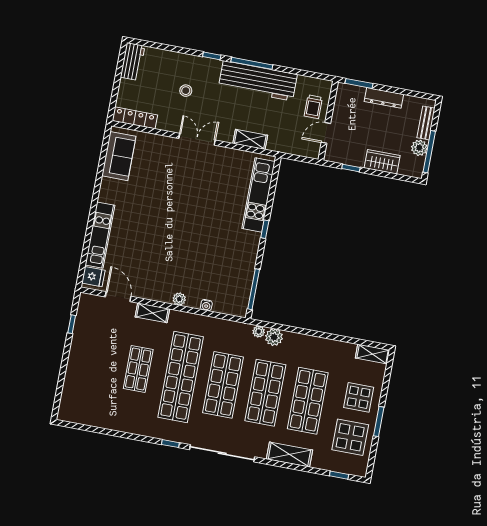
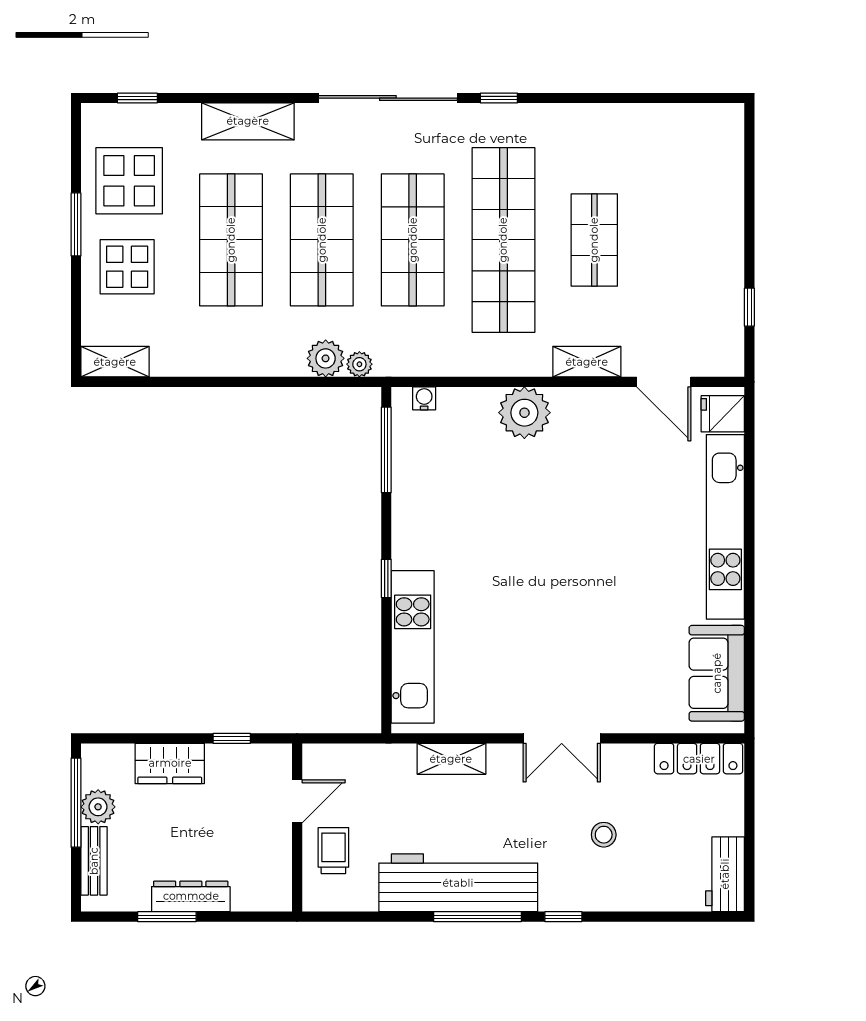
window: (359, 83) -> (167, 917), moved
kitchen unit: (100, 235) -> (725, 527), width x1.36
plant: (179, 299) -> (524, 413), width x1.87, depth x1.87
water cooler: (206, 305) -> (424, 398), moved

